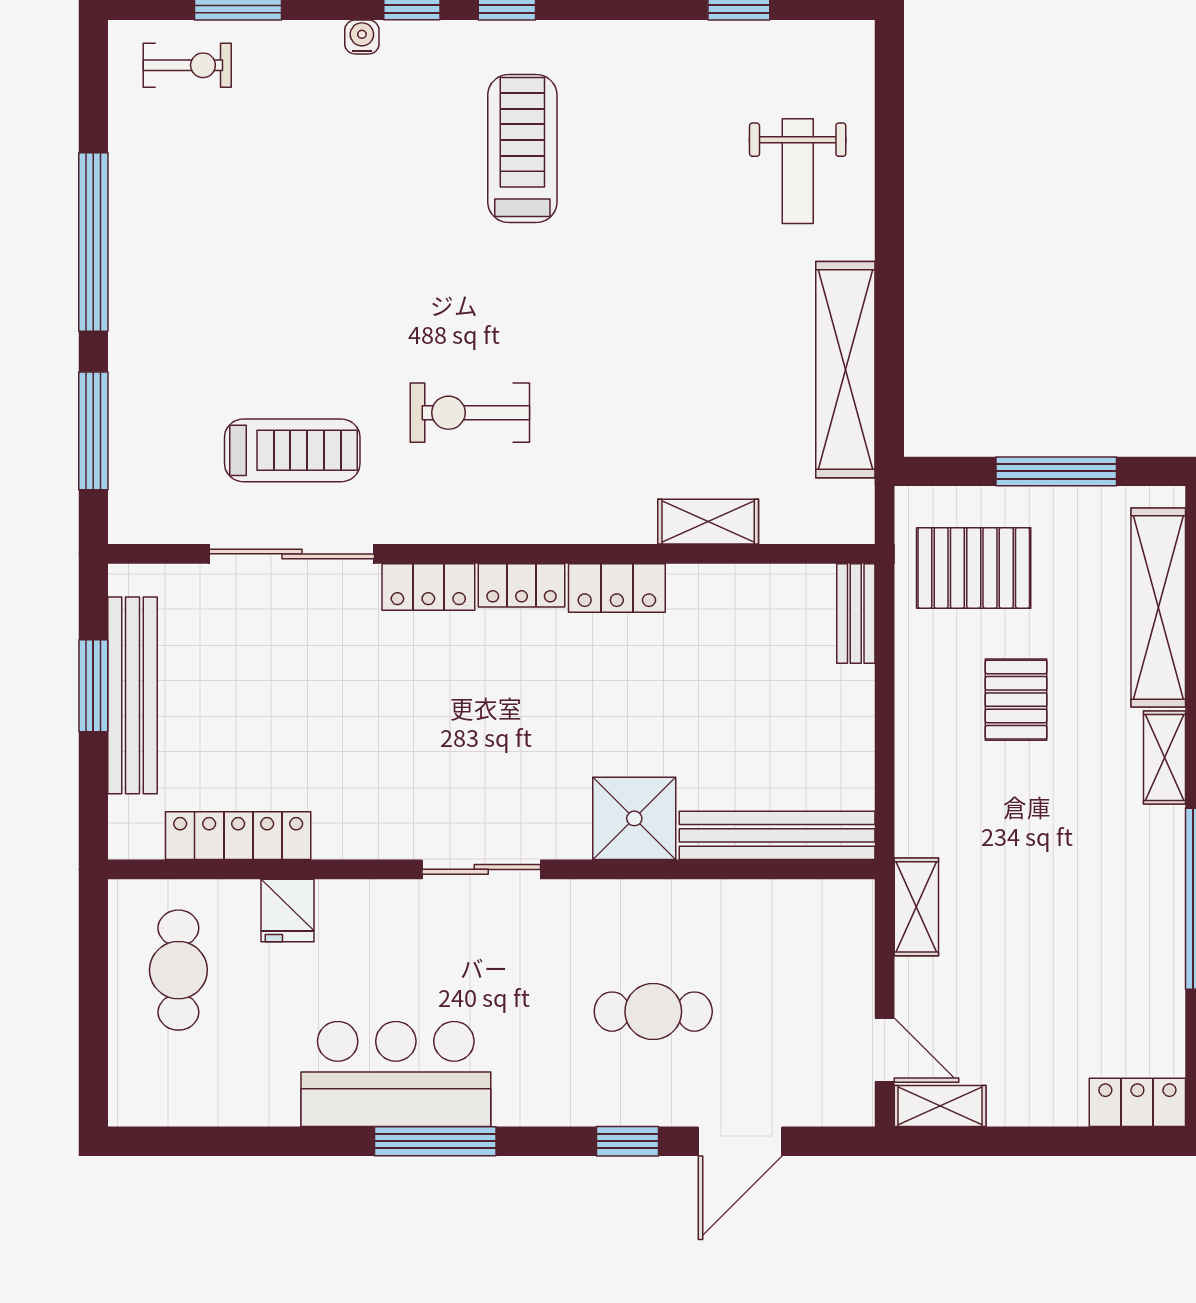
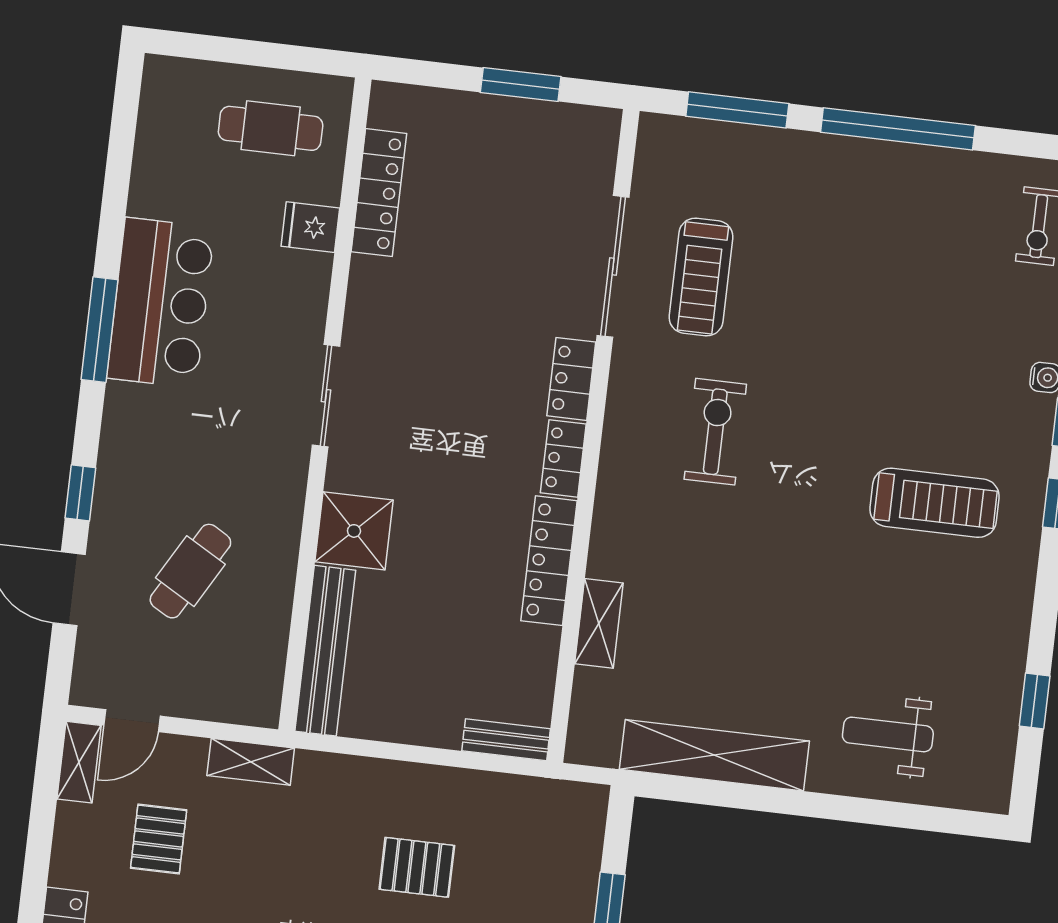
pallet: (974, 568) -> (159, 839), moved, width x0.67, depth x0.71
locker: (617, 588) -> (549, 561), width x1.53
bench: (132, 695) -> (509, 117), removed
cafe table: (653, 1012) -> (190, 571), moved, turned 30

